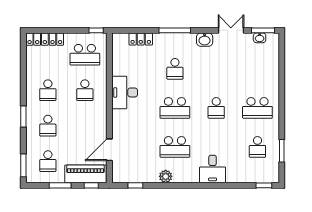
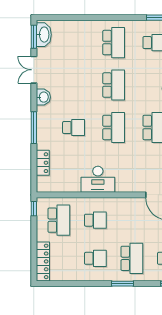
washbasin: (260, 38) -> (44, 35), width x1.91, depth x1.45
school desk: (216, 108) -> (114, 85), width x1.85
school desk: (48, 126) -> (132, 258), width x1.85

